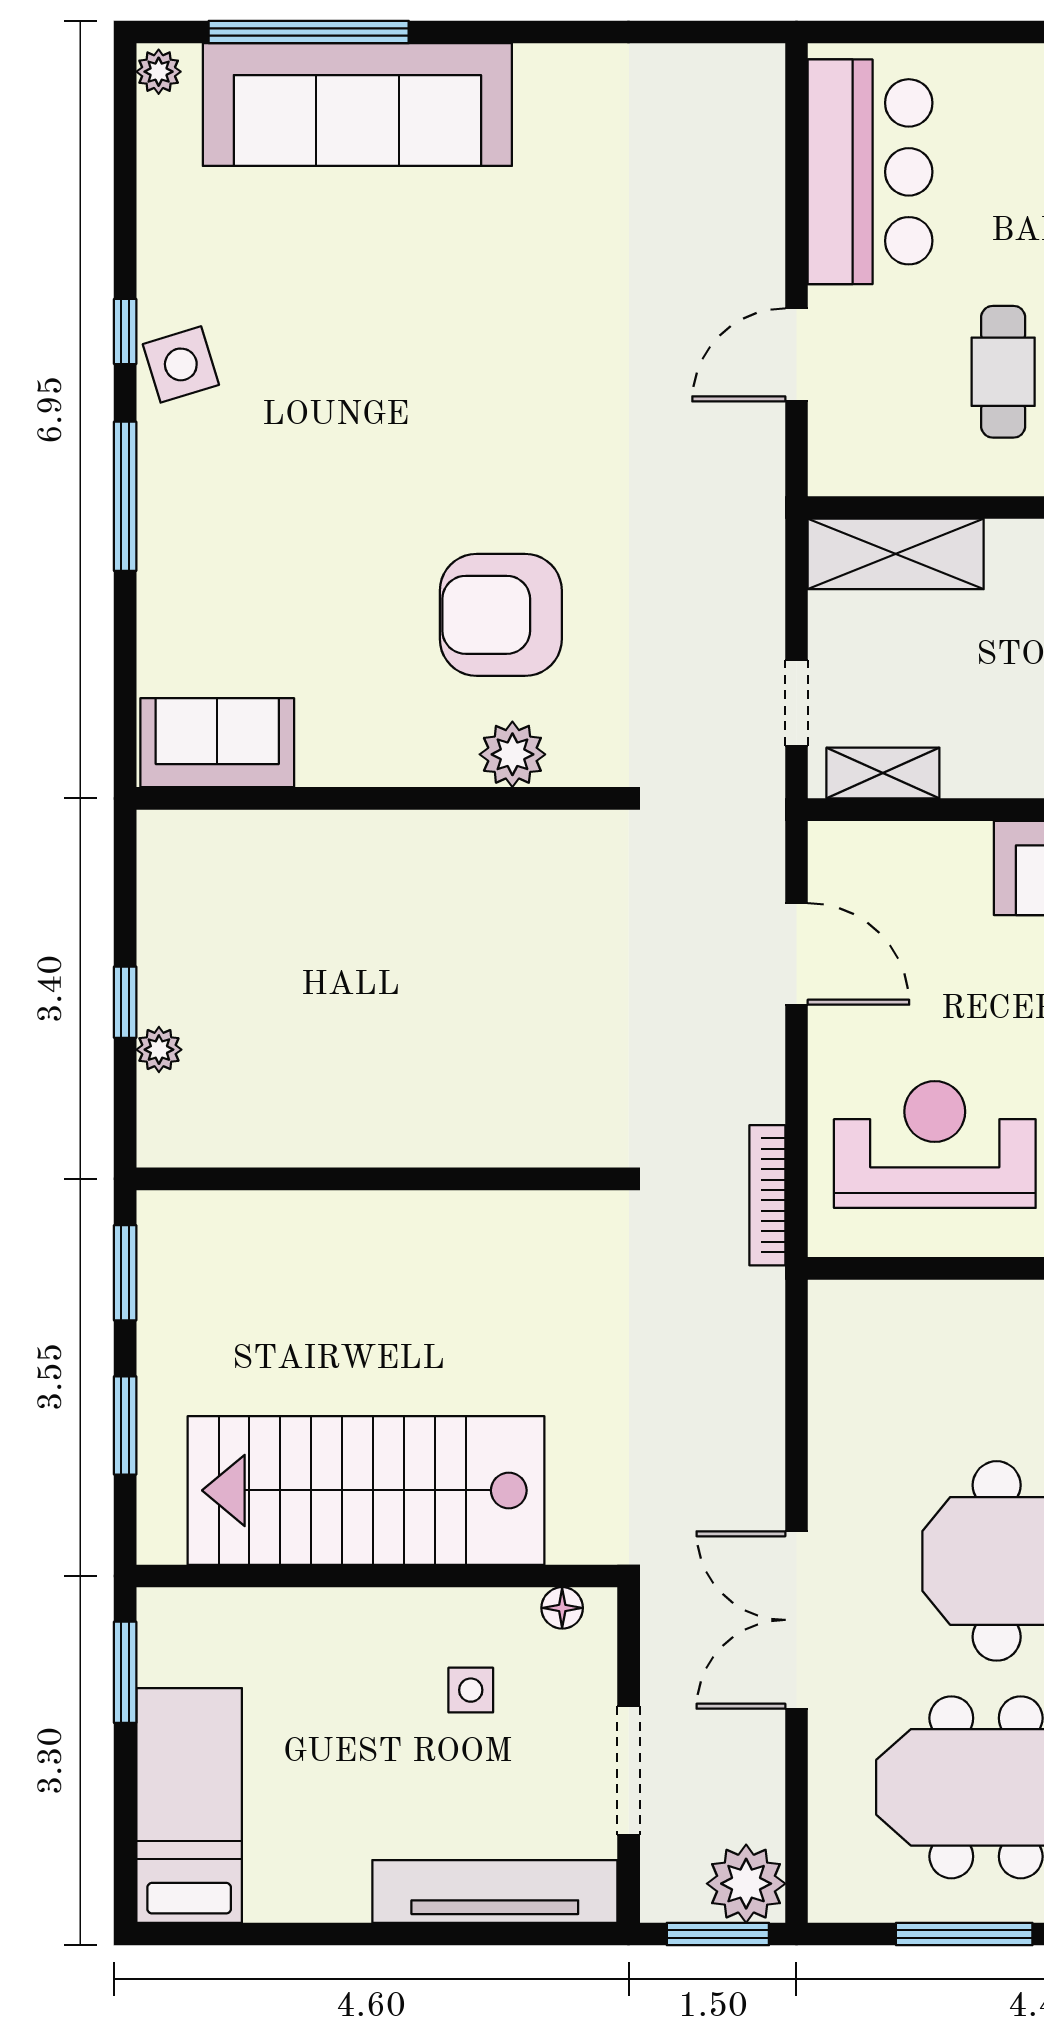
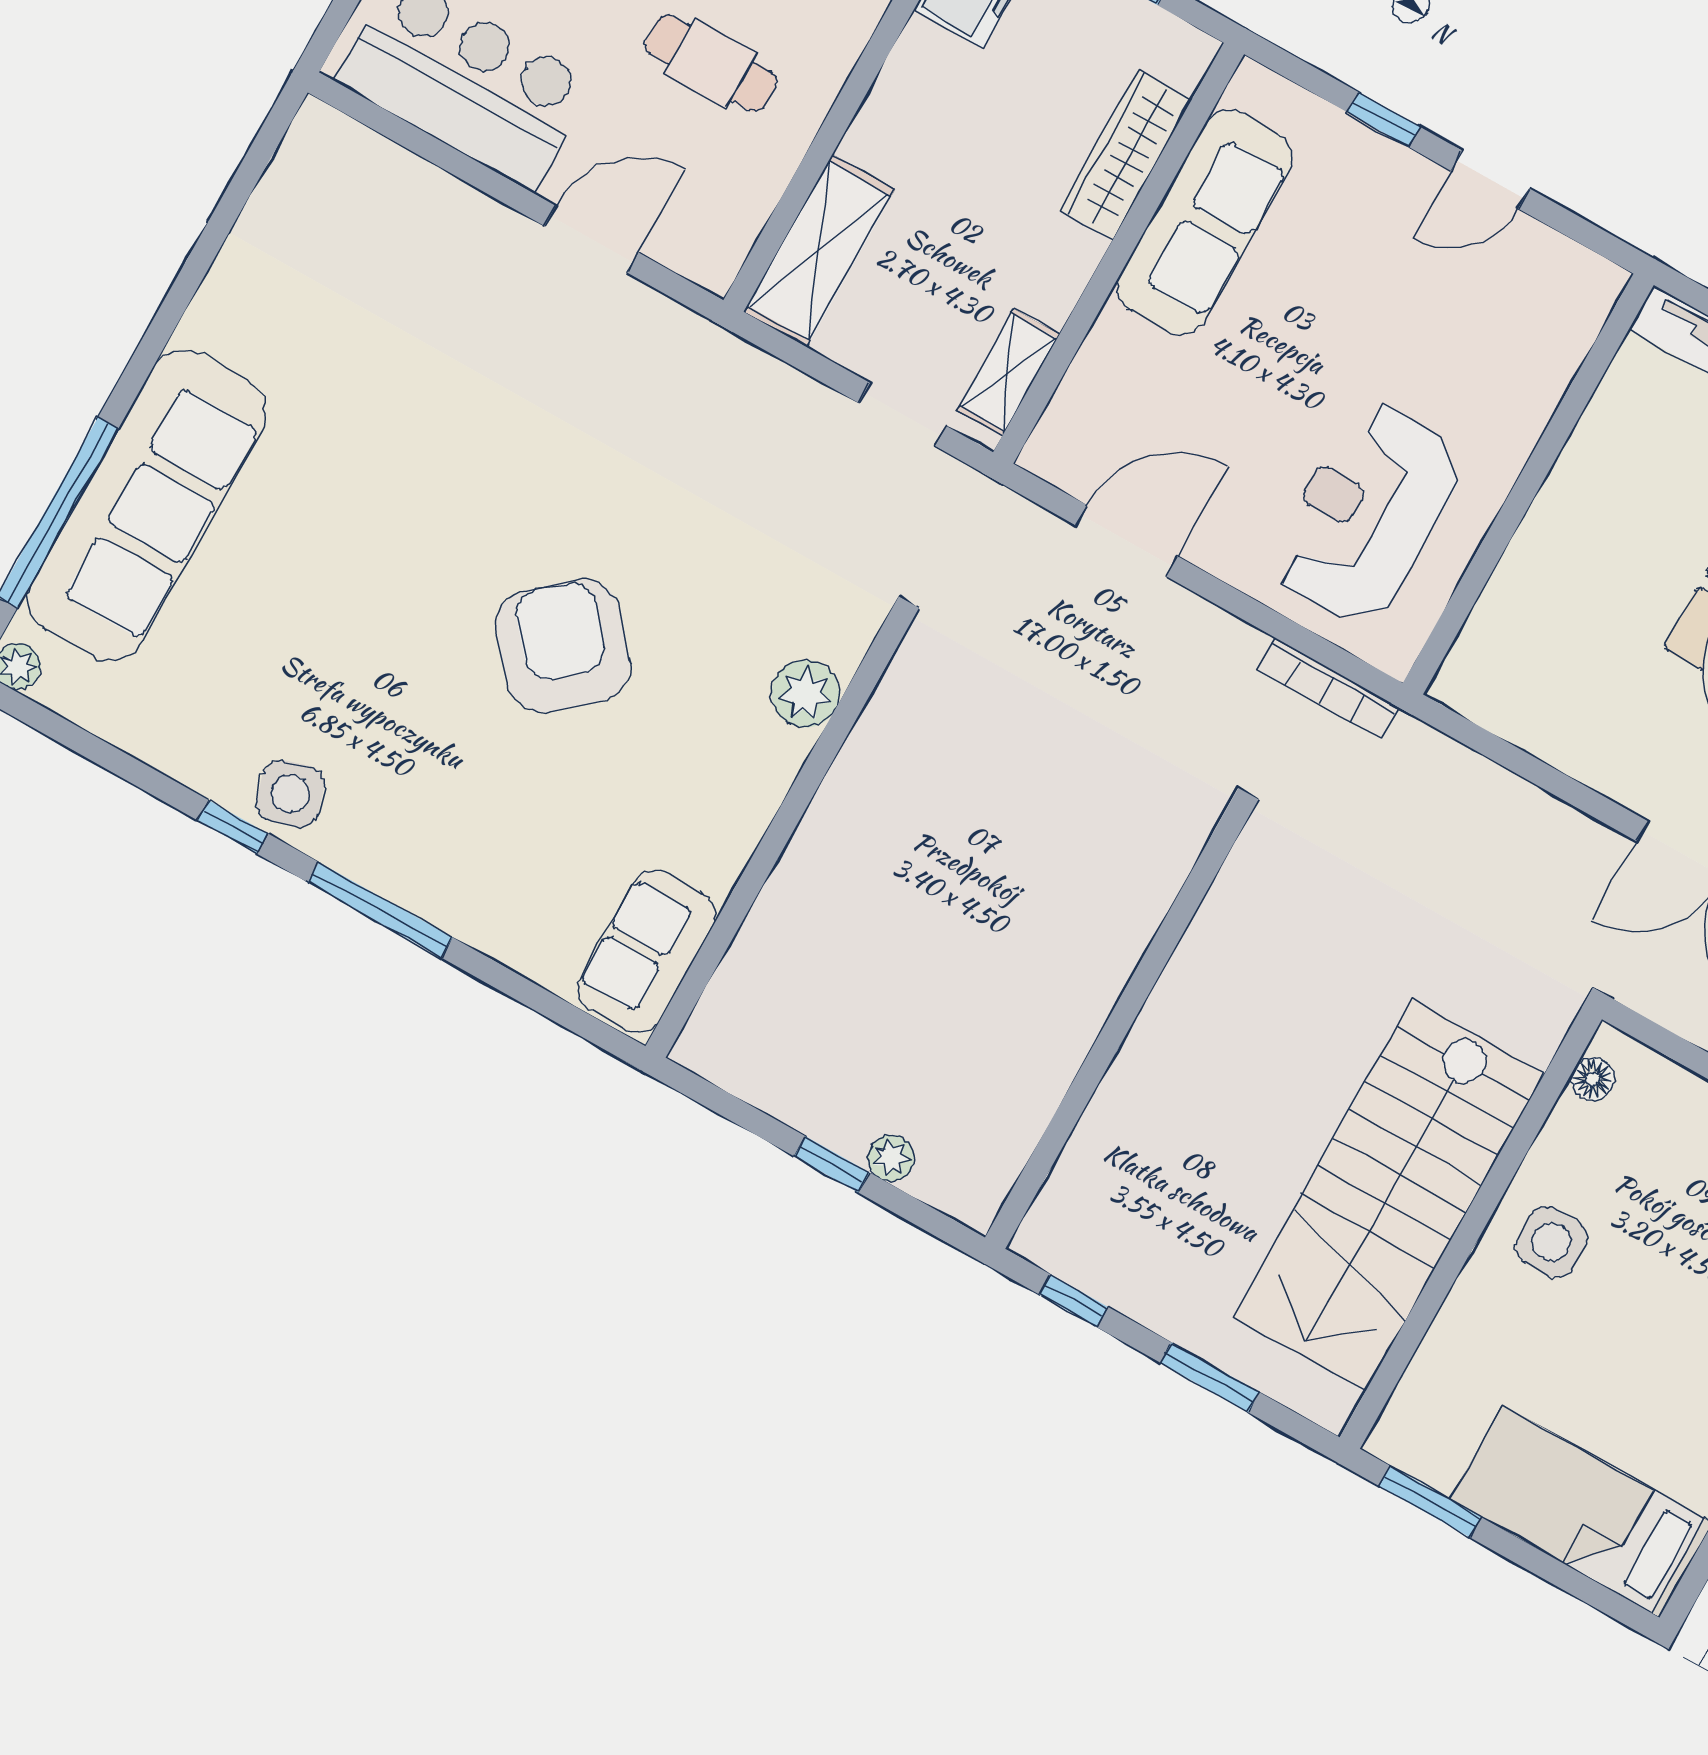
door: (796, 355) -> (592, 239), swing flipped
armchair: (501, 615) -> (563, 646), moved, turned 139
window: (125, 1273) -> (1073, 1301), width x0.67
side table: (471, 1690) -> (1551, 1242), moved, width x1.37, depth x1.37

